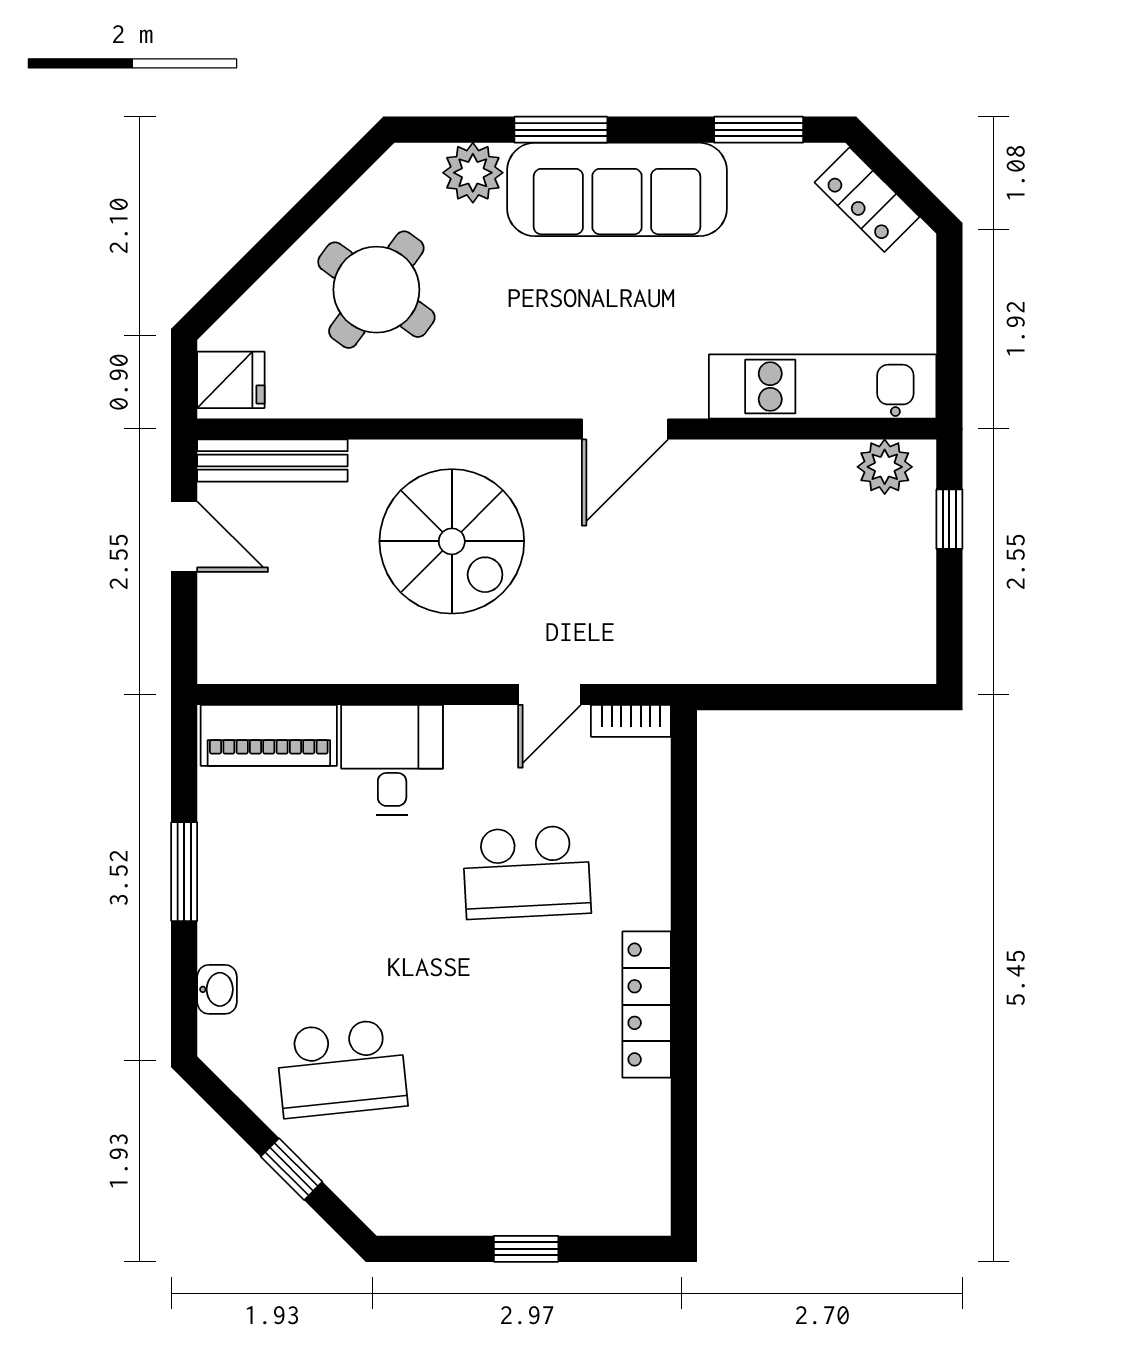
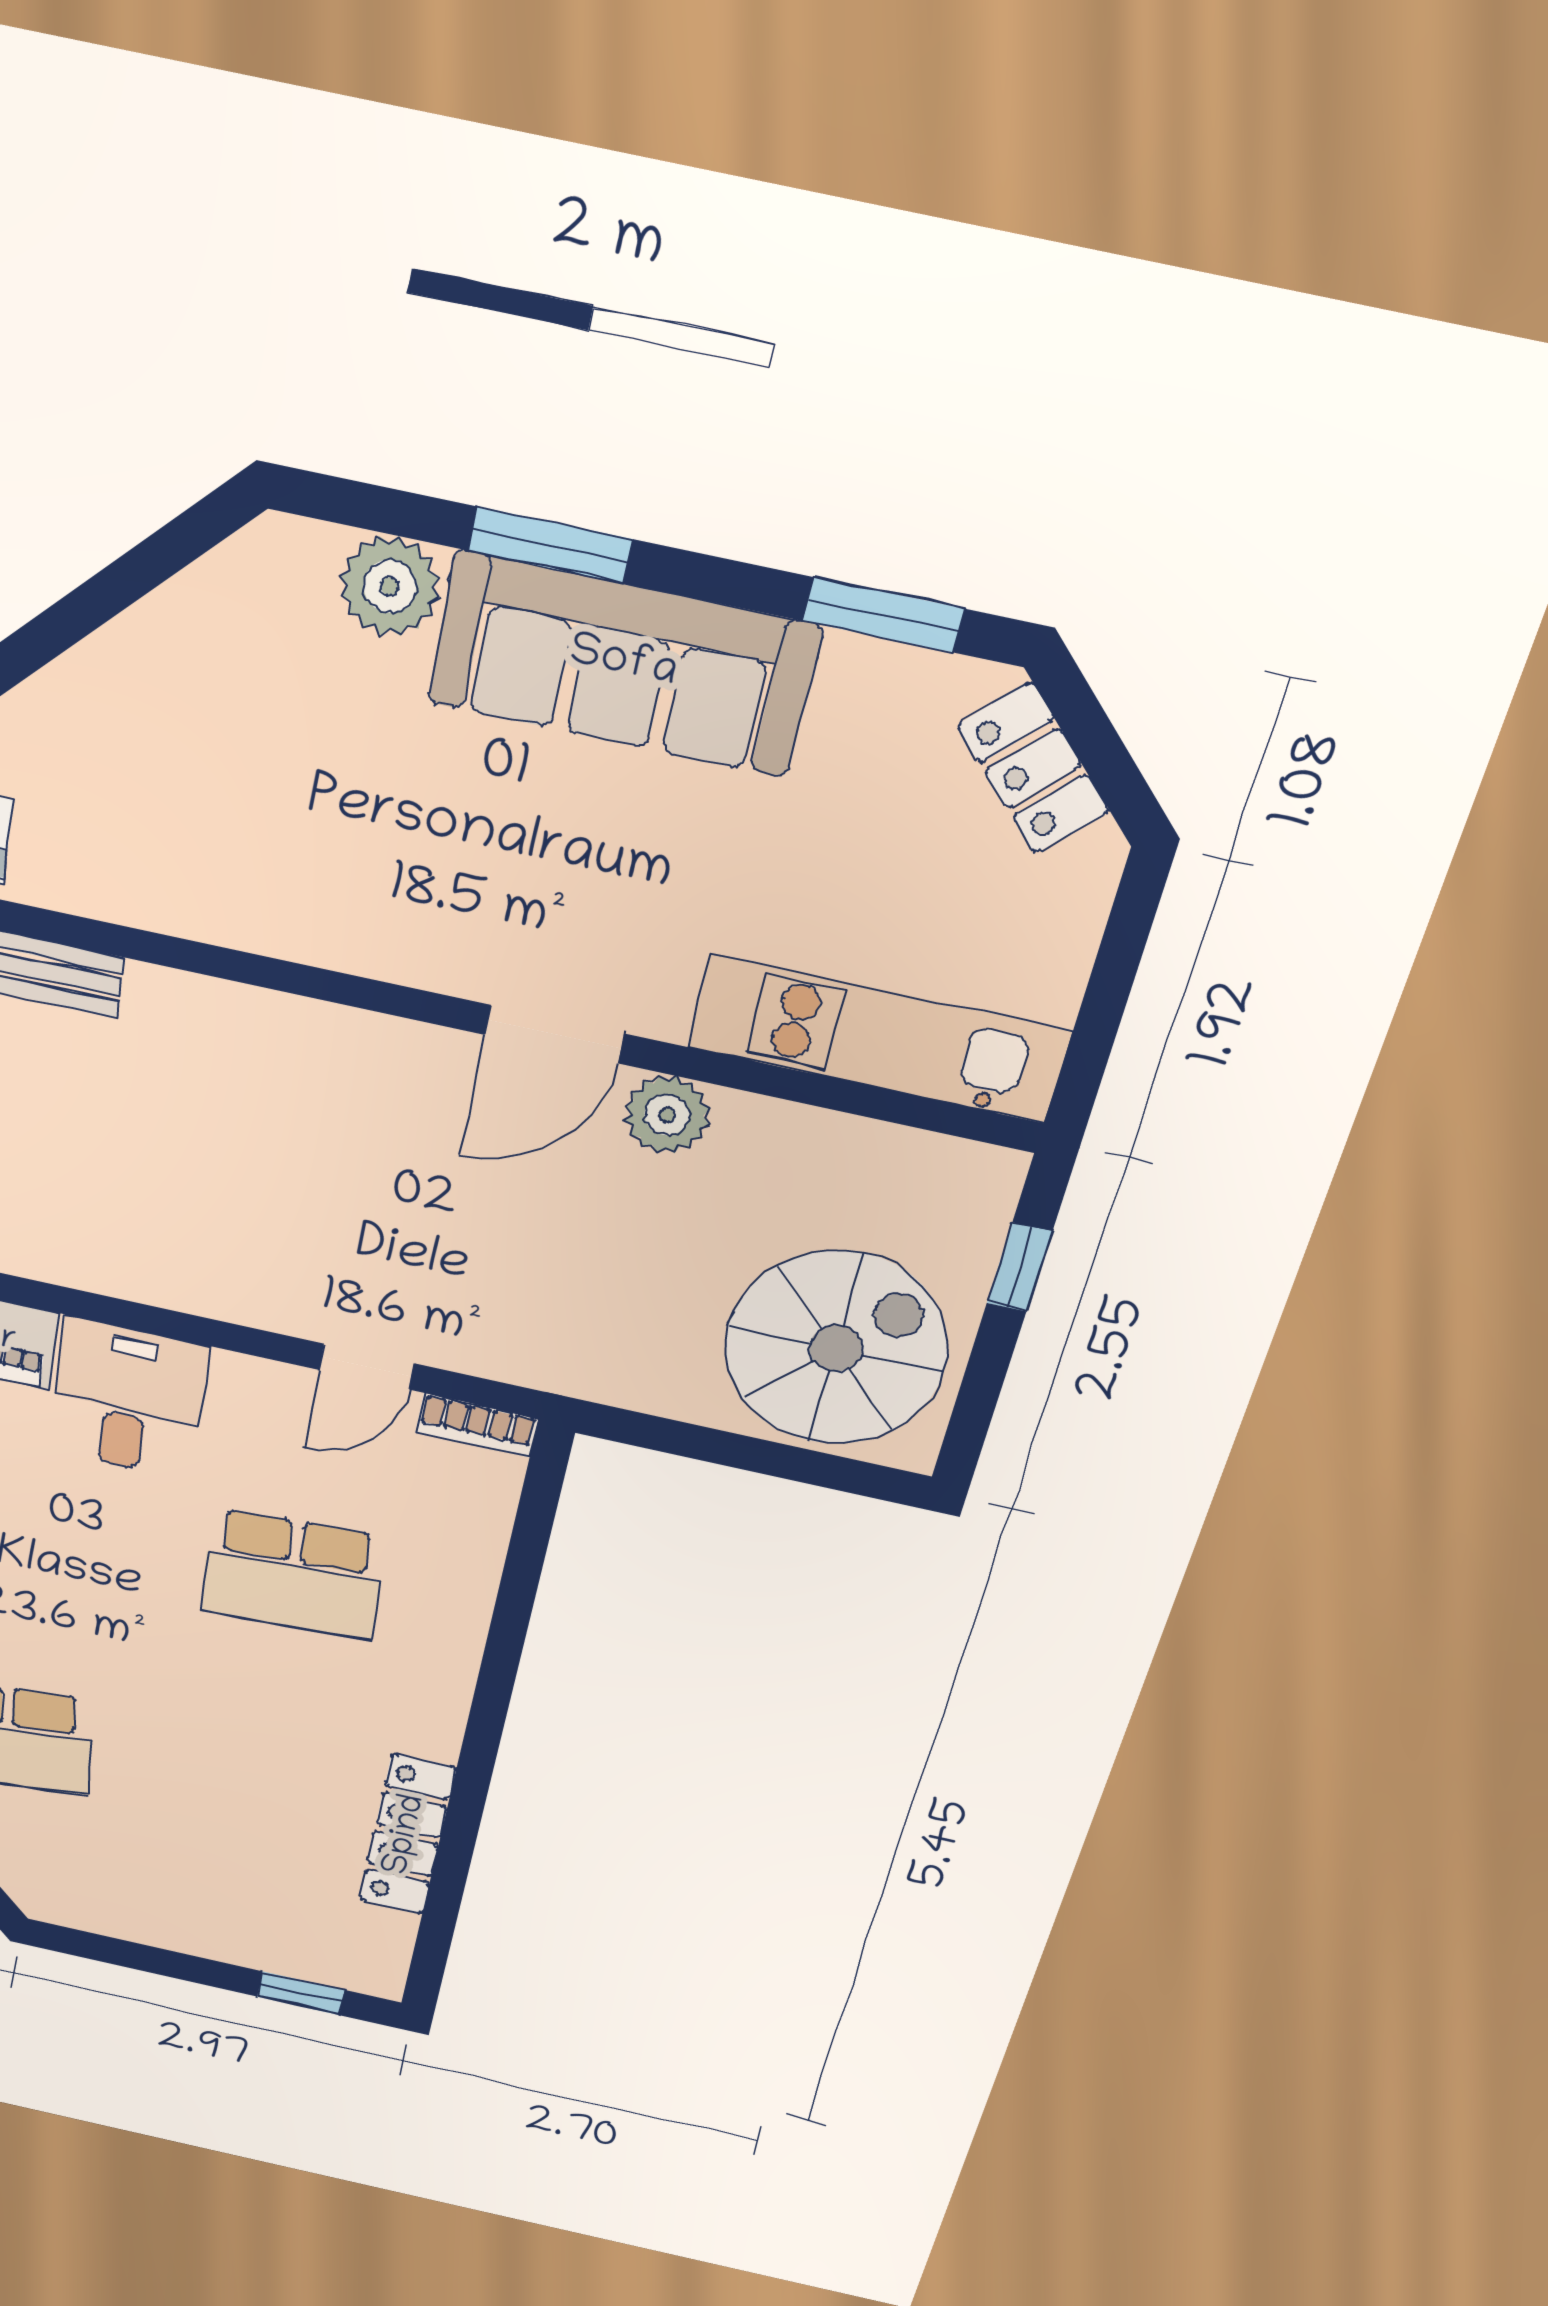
round table: (376, 290) -> (203, 742), removed
plant: (885, 467) -> (667, 1115), moved
spiral stairs: (452, 541) -> (836, 1348), moved, turned -90
locker: (647, 1005) -> (407, 1835), moved
window: (526, 1249) -> (301, 1993), moved

